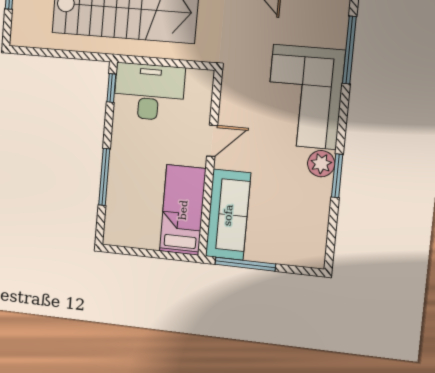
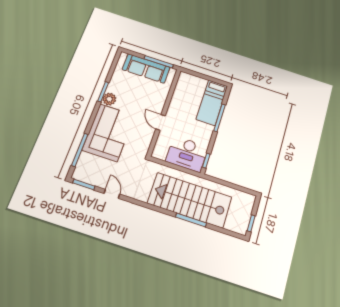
door: (212, 141) -> (160, 122), hinge flipped
bed: (183, 210) -> (212, 103), moved
sofa: (228, 215) -> (146, 68), moved, turned -90

